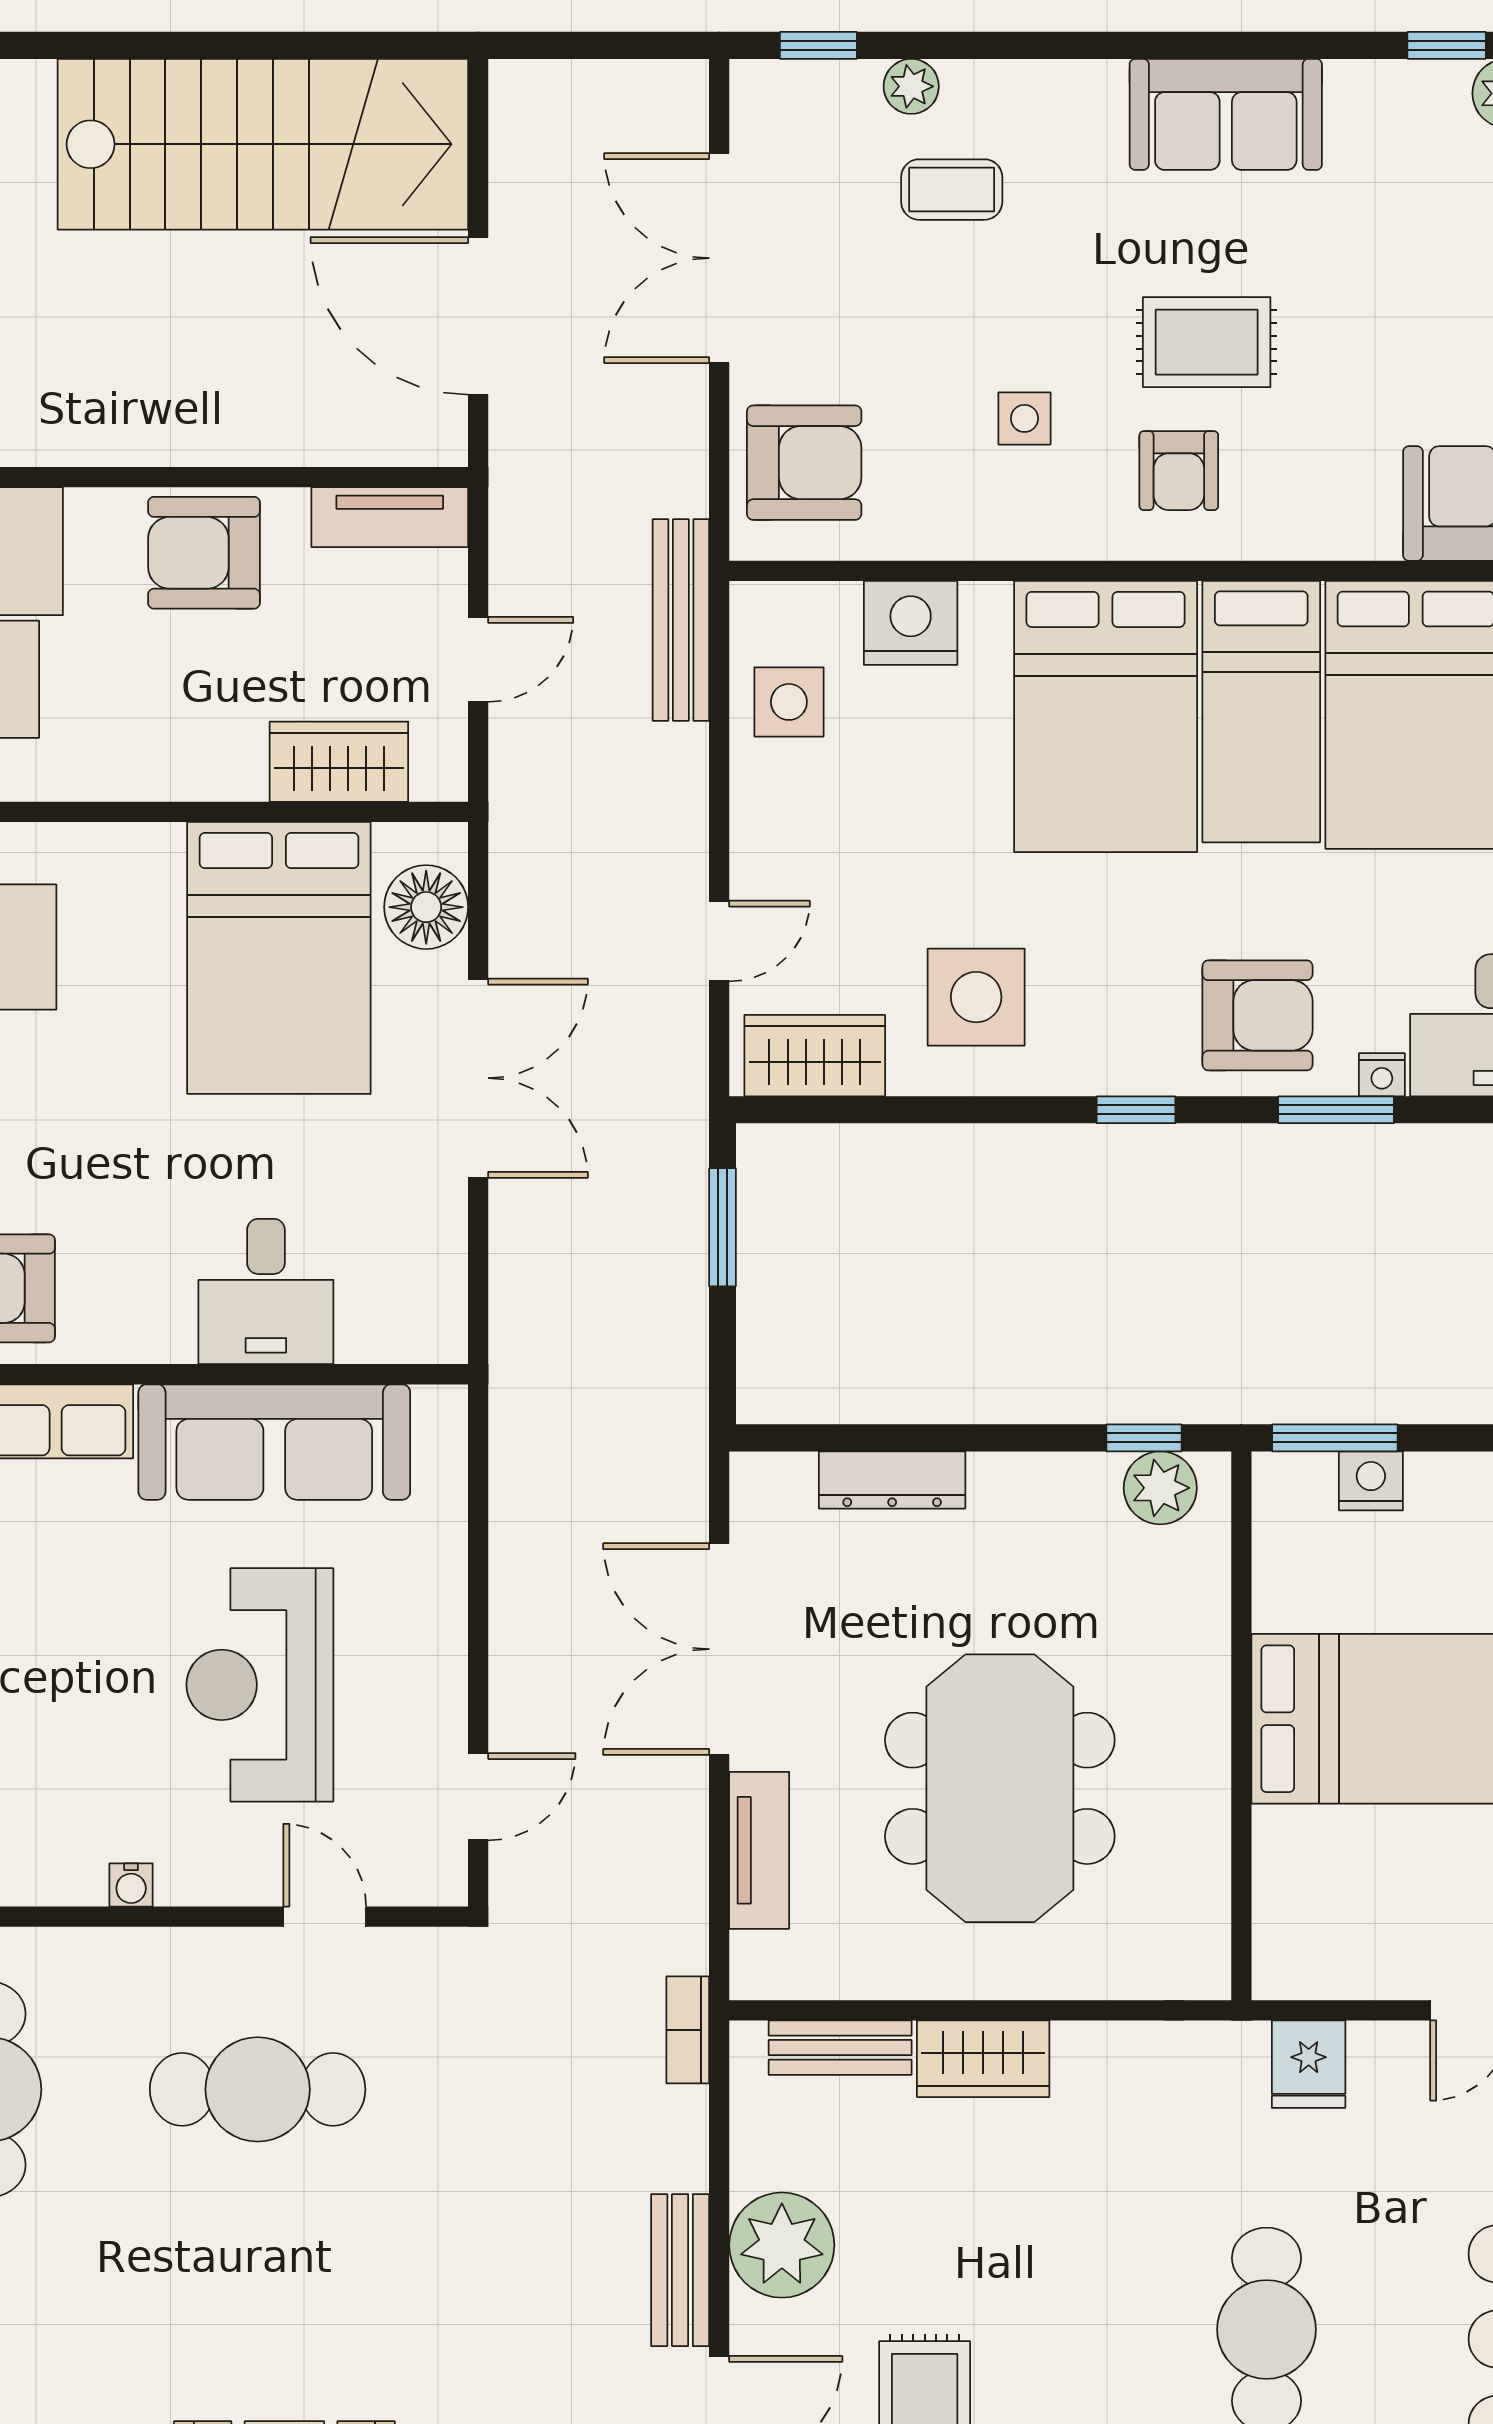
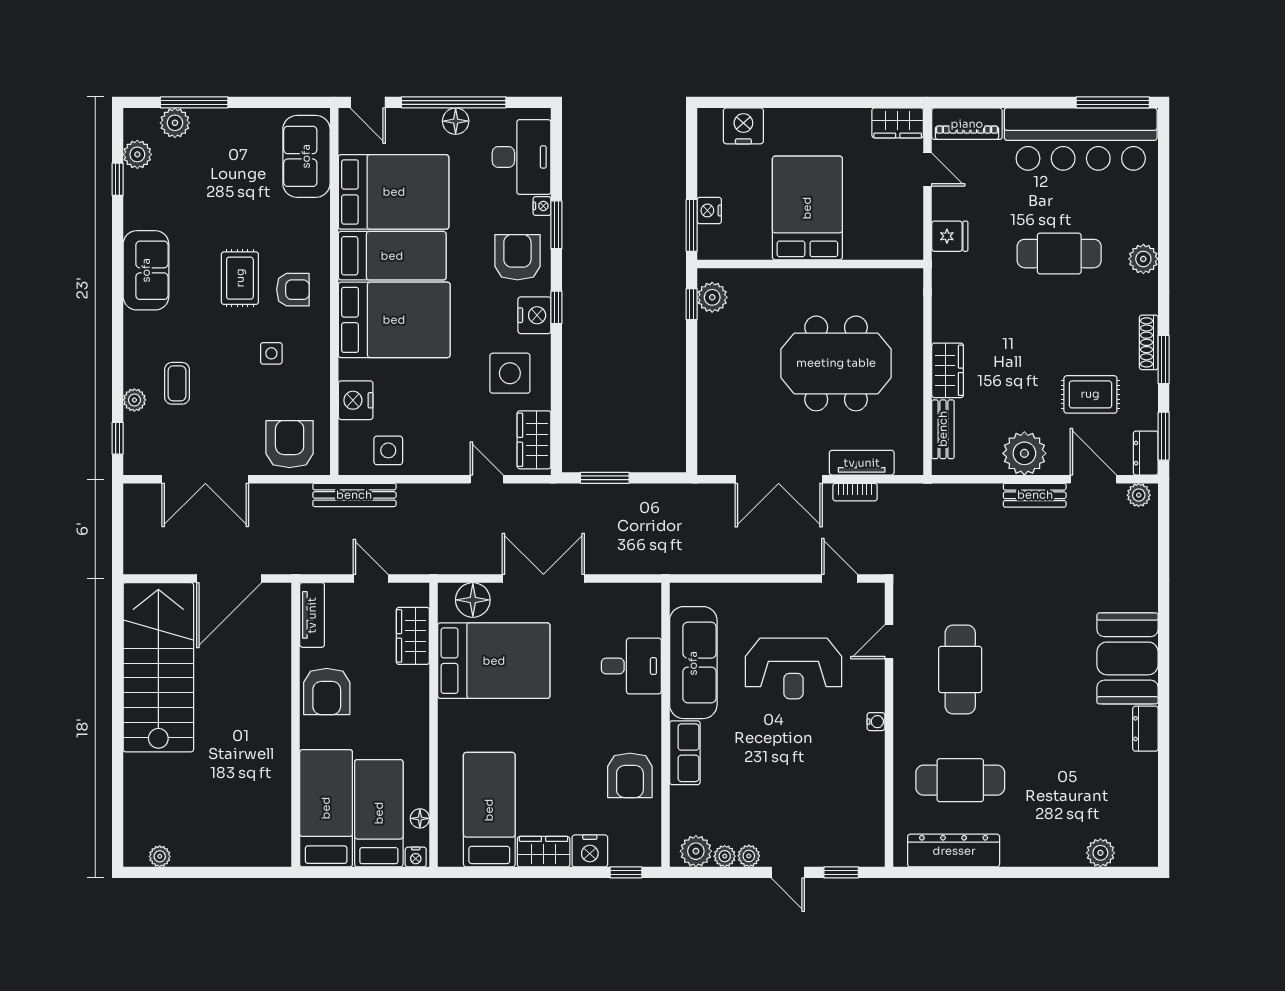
nightstand: (1117, 1057) -> (534, 315), added
dresser: (892, 1480) -> (709, 408), removed
bookcase: (688, 2030) -> (855, 492), moved

